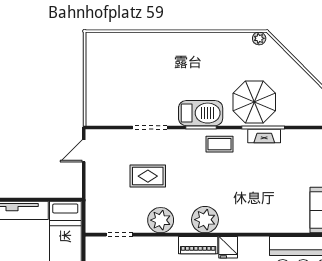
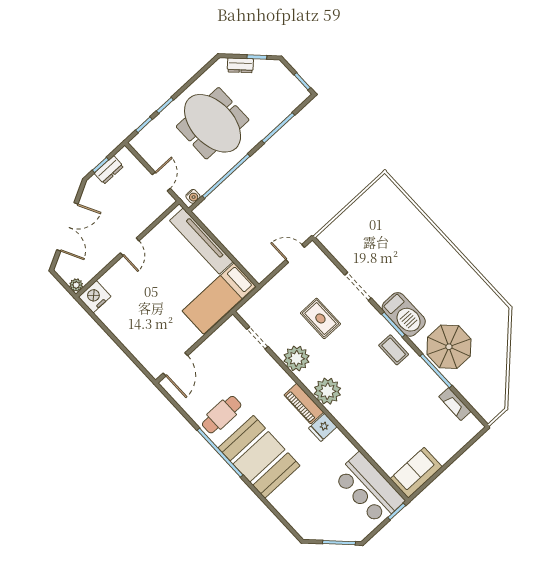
plant: (259, 38) -> (500, 306), removed
fireplace: (264, 136) -> (455, 404), moved

